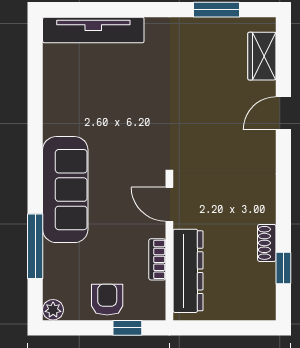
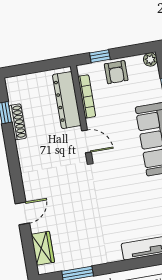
shoe rack: (267, 243) -> (18, 122), width x1.43
bookcase: (157, 259) -> (87, 96), width x1.56

